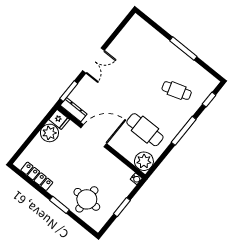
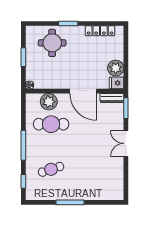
door: (94, 136) -> (83, 91), hinge flipped
plant: (144, 161) -> (49, 102), moved

